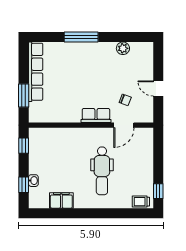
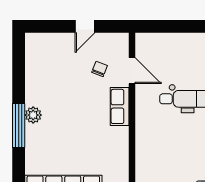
plant: (123, 48) -> (33, 115), moved

